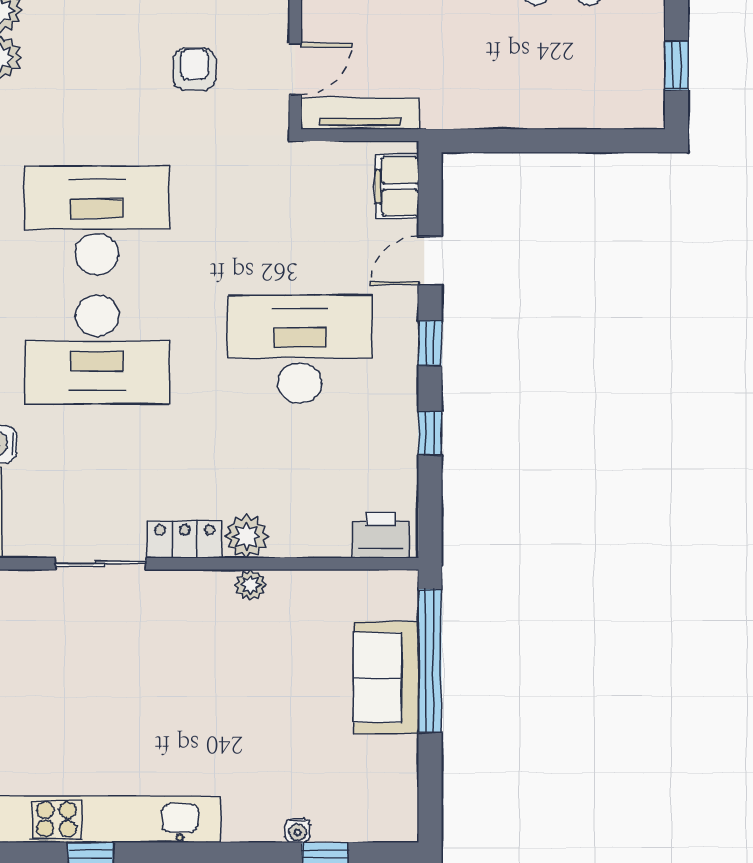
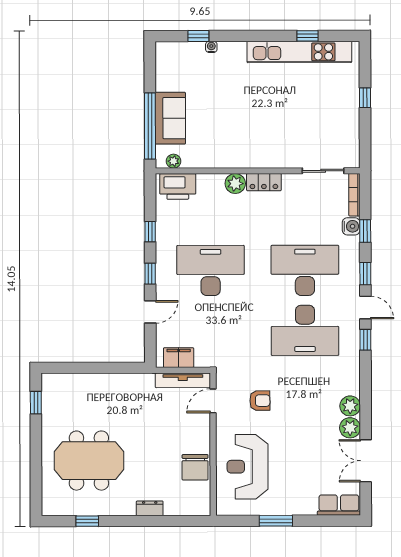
armchair: (194, 69) -> (260, 401), turned -90
filing cabinet: (397, 186) -> (179, 358), moved, turned -90
desk: (300, 349) -> (211, 271), turned 180
printer: (381, 535) -> (178, 186), width x1.37, depth x1.19
sliding door: (101, 564) -> (323, 171), moved
plant: (251, 585) -> (174, 161), moved

